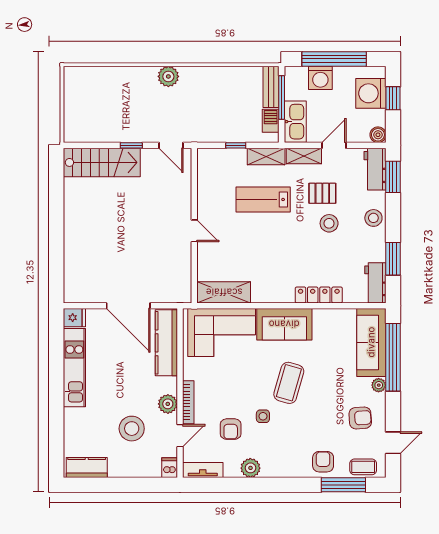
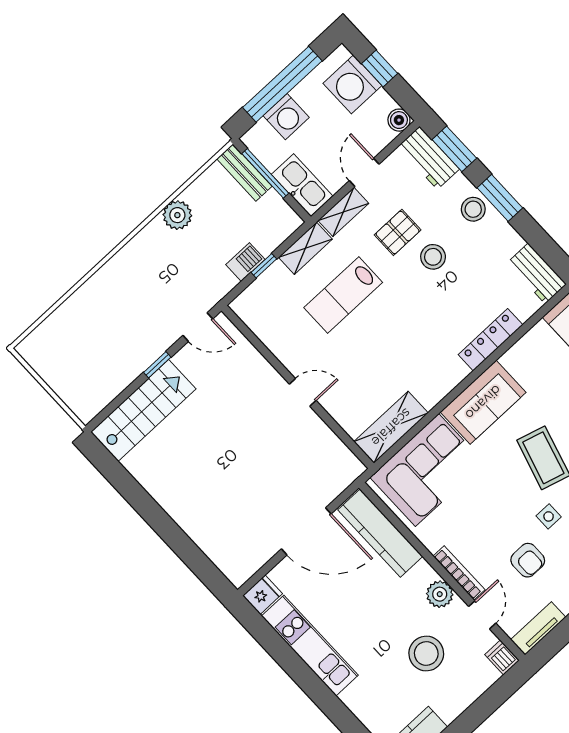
plant: (168, 76) -> (177, 215), moved
barbecue: (271, 121) -> (245, 262), moved, turned 90
window: (393, 259) -> (500, 198), moved

